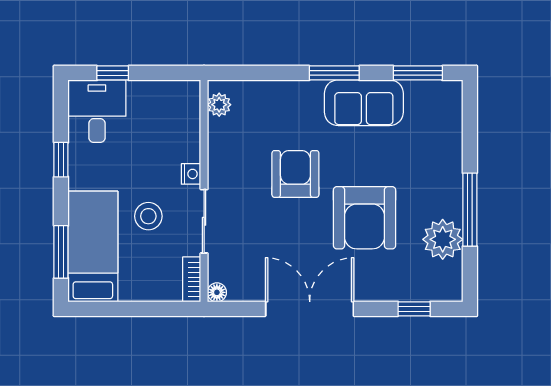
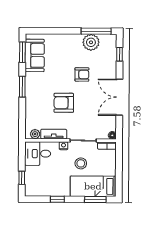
sofa: (364, 103) -> (35, 55), moved
desk: (97, 111) -> (38, 154), moved
tv unit: (219, 150) -> (54, 134), added
window: (470, 210) -> (96, 31), moved
armchair: (365, 218) -> (82, 74), width x0.53, depth x0.53

